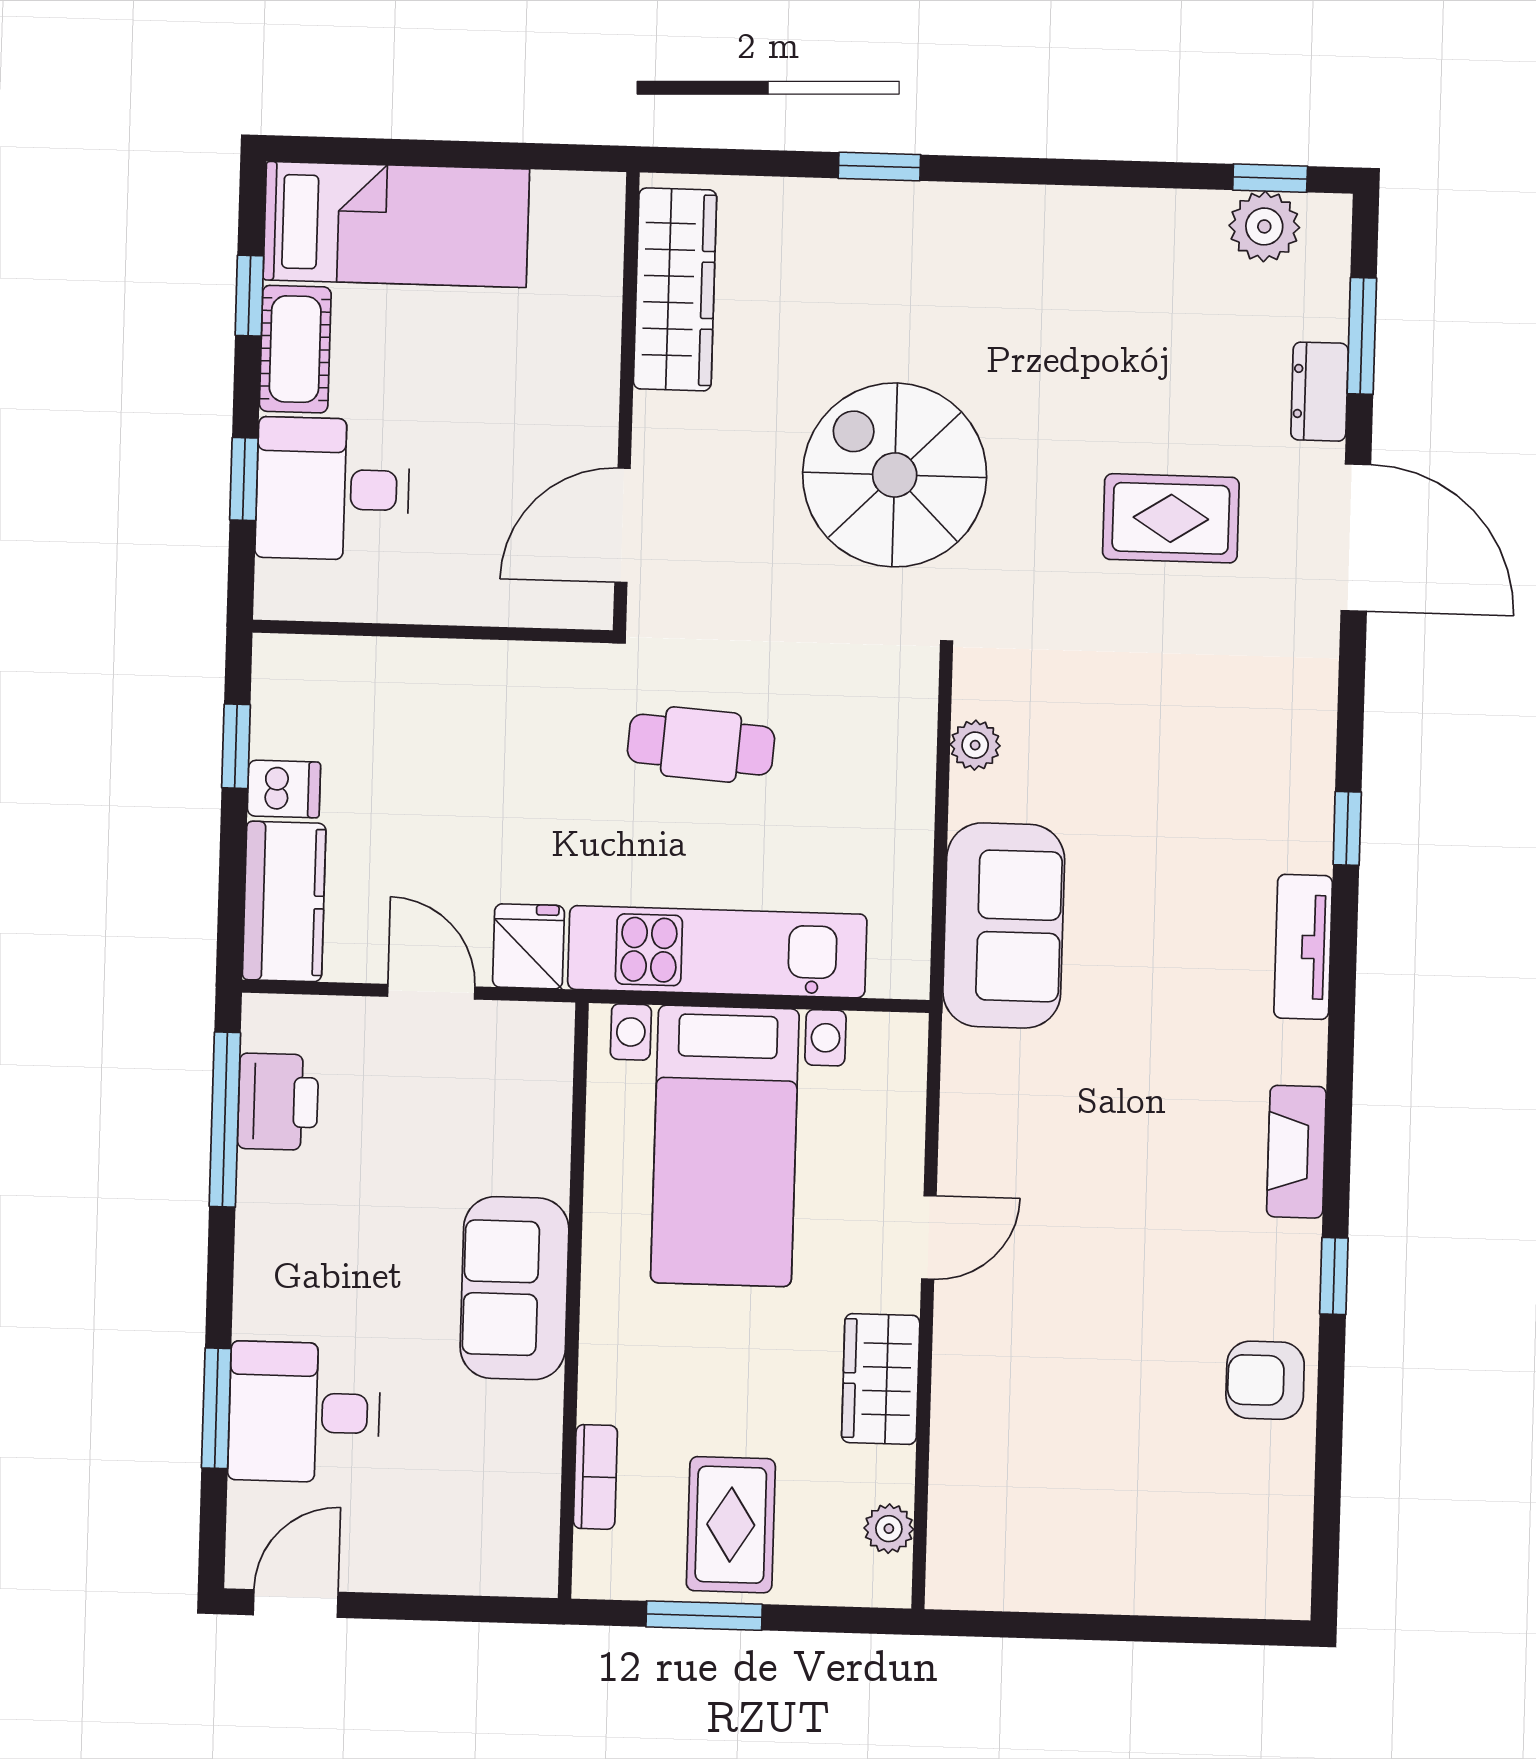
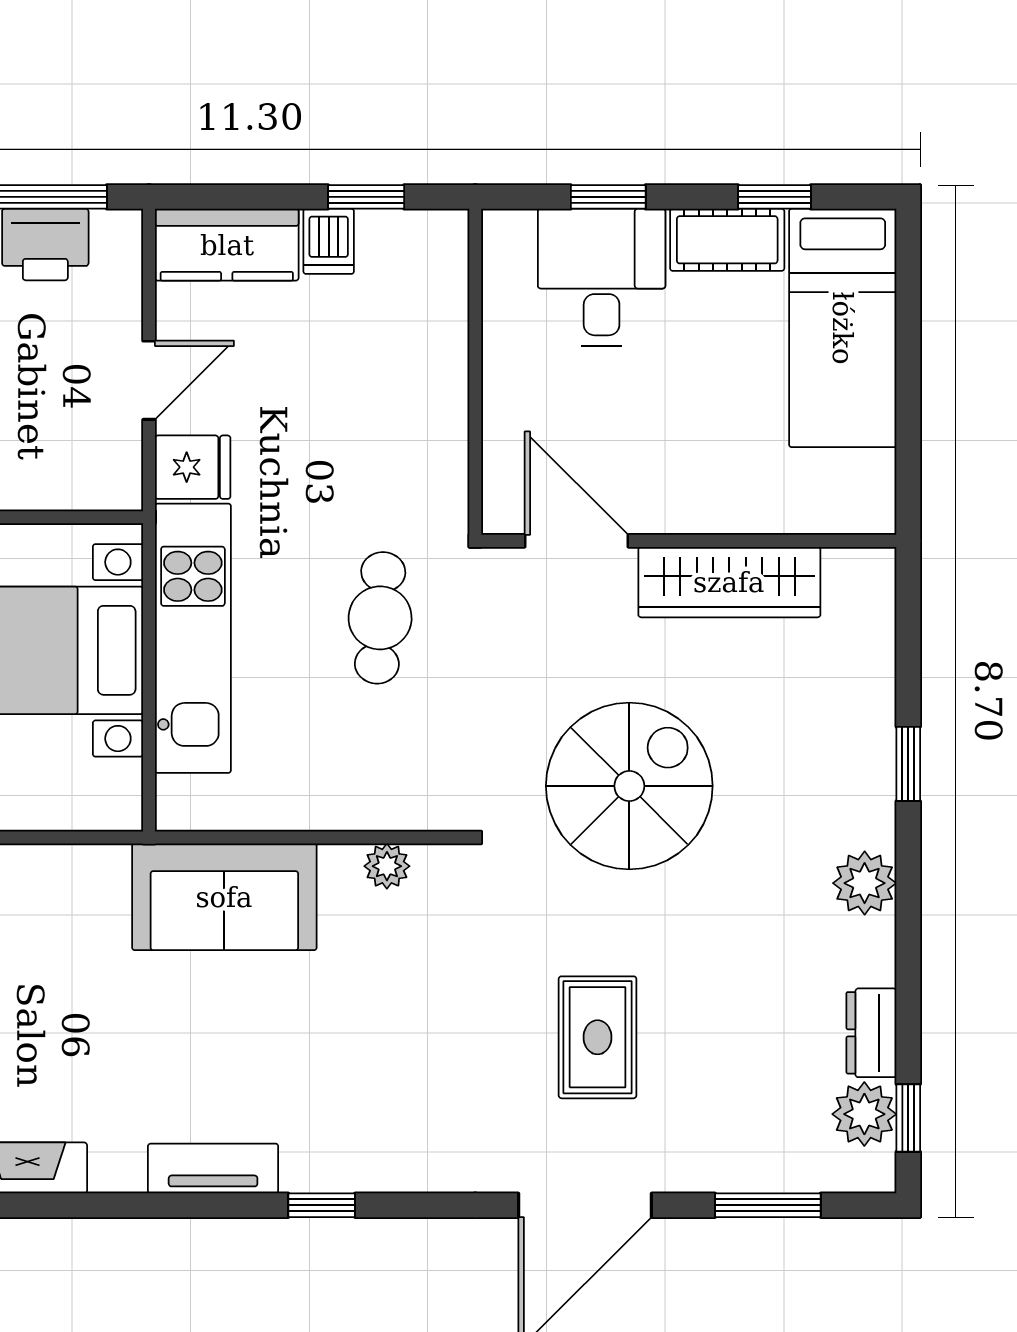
plant: (1009, 219) -> (865, 883), added
wardrobe: (675, 289) -> (729, 582), moved
dresser: (1320, 392) -> (871, 1033), moved, turned -90

